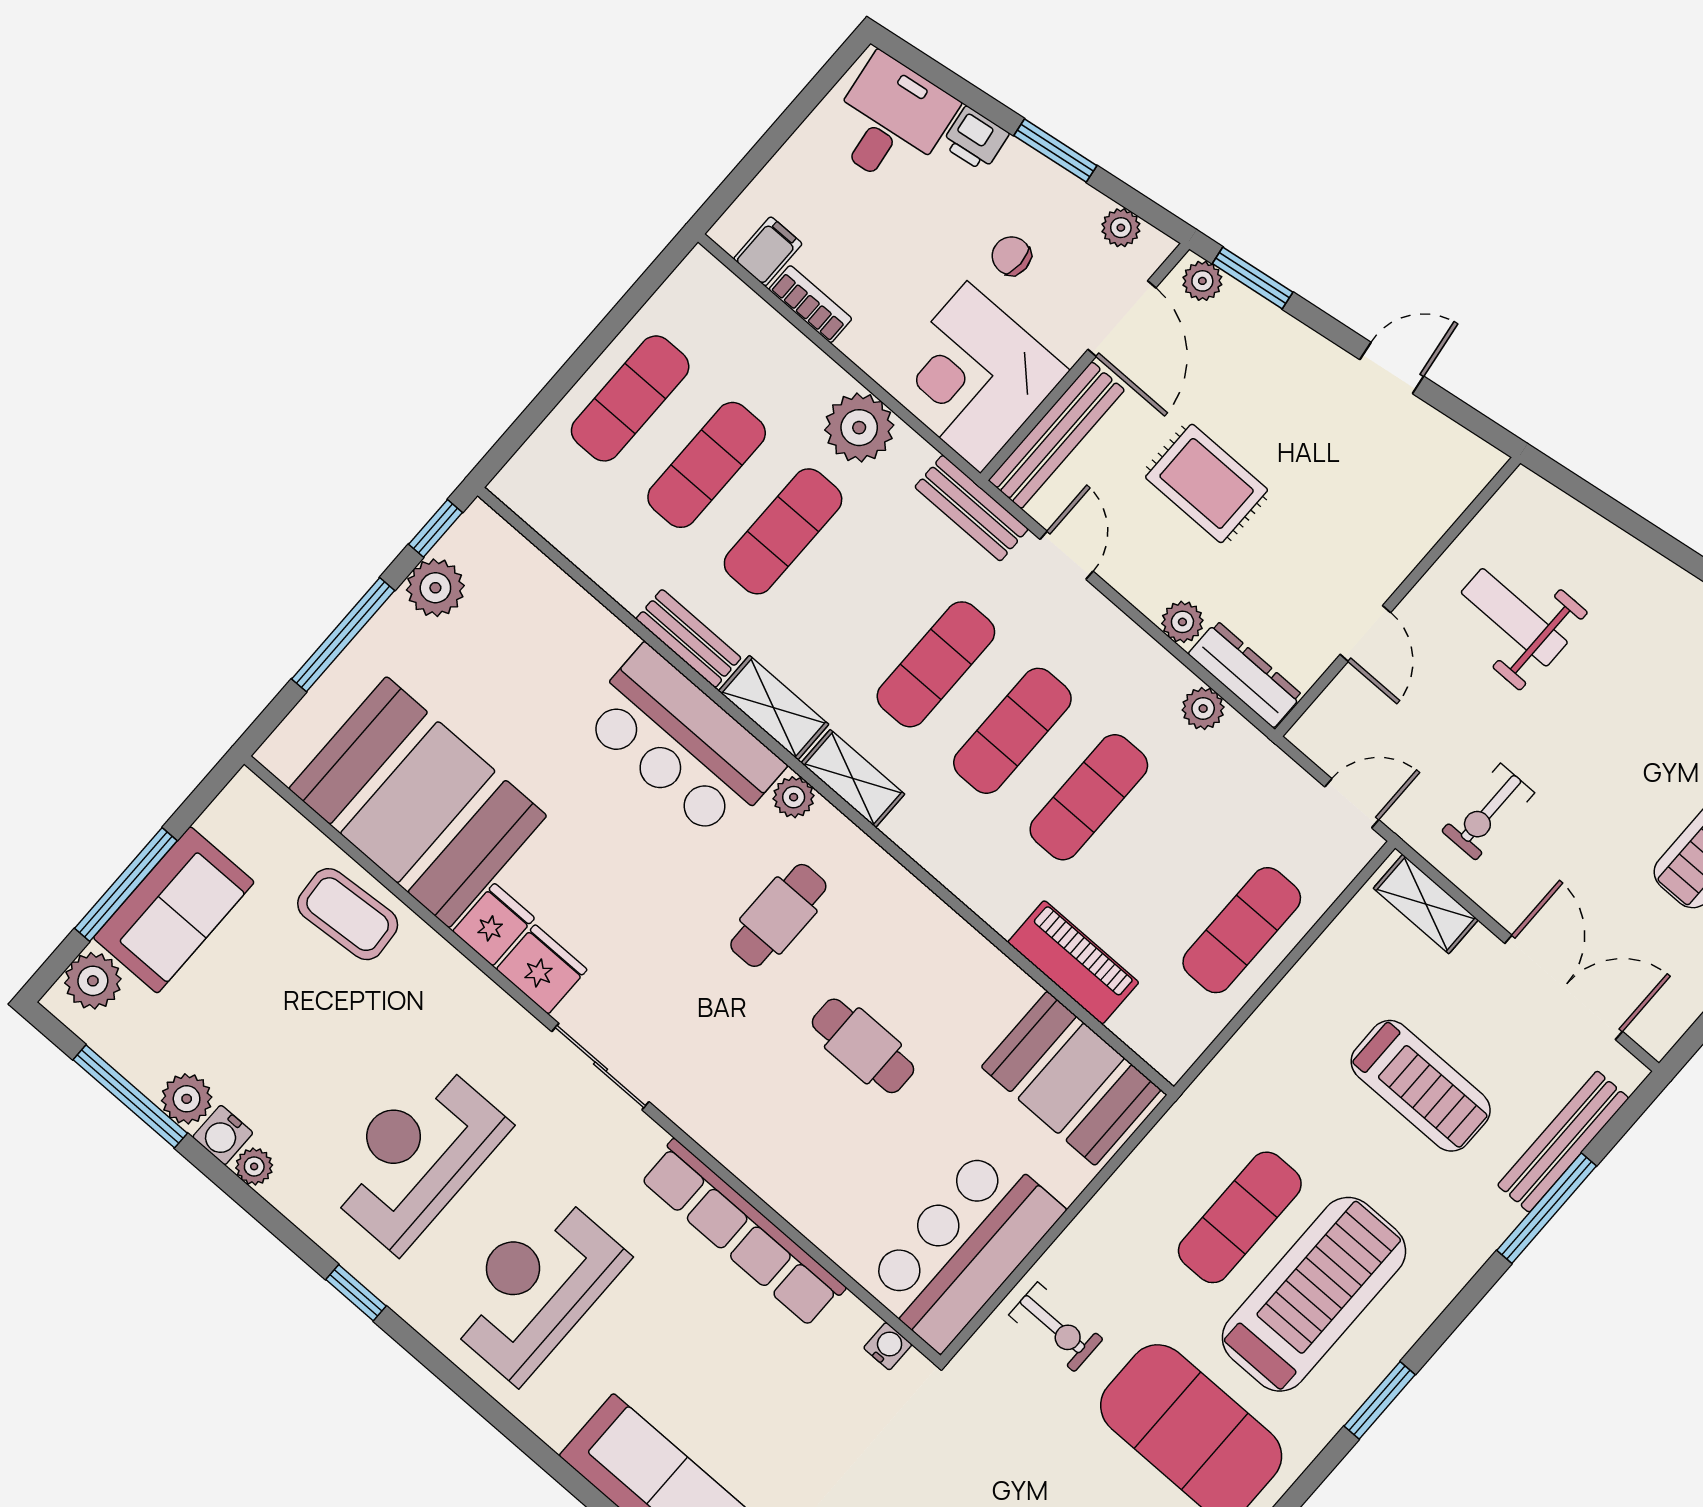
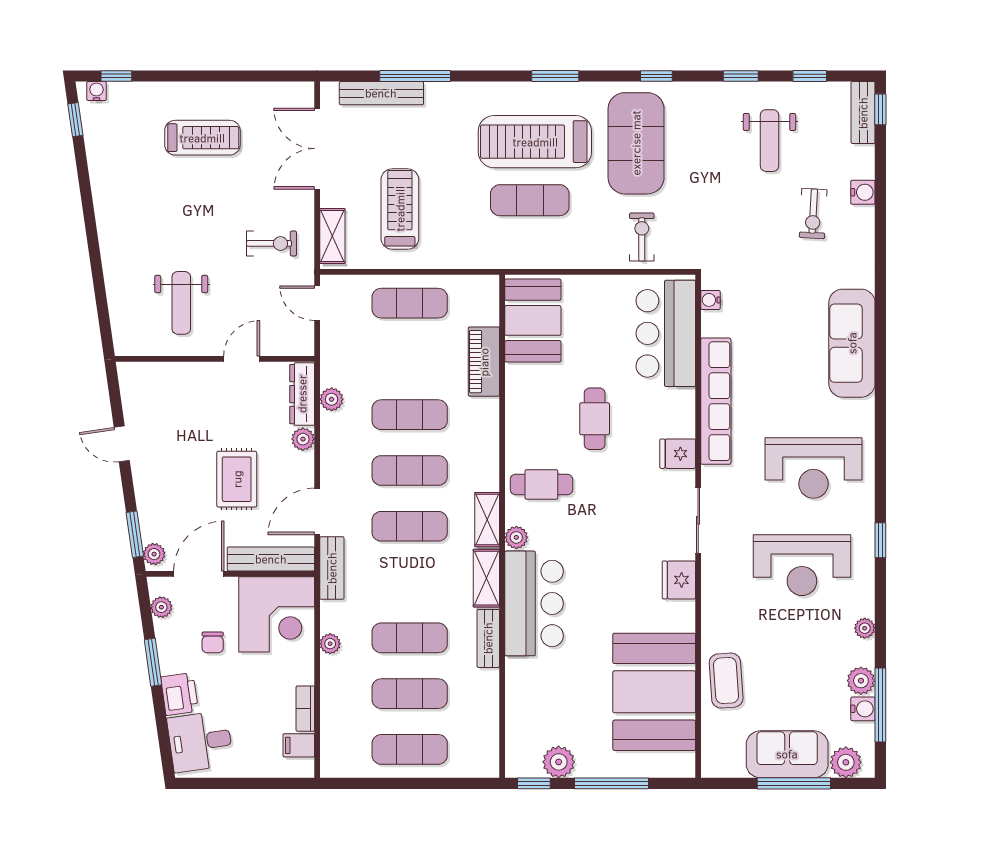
printer: (975, 139) -> (180, 694), width x1.36, depth x1.24
plant: (859, 428) -> (330, 644), width x0.53, depth x0.53
door: (1066, 555) -> (317, 511), width x1.38
cafe table: (778, 915) -> (541, 484), moved
fridge: (494, 925) -> (678, 454), moved
treadmill: (1421, 1086) -> (400, 209), moved
water cooler: (223, 1135) -> (863, 709), moved
bar counter: (963, 1247) -> (666, 333), moved, turned 90

